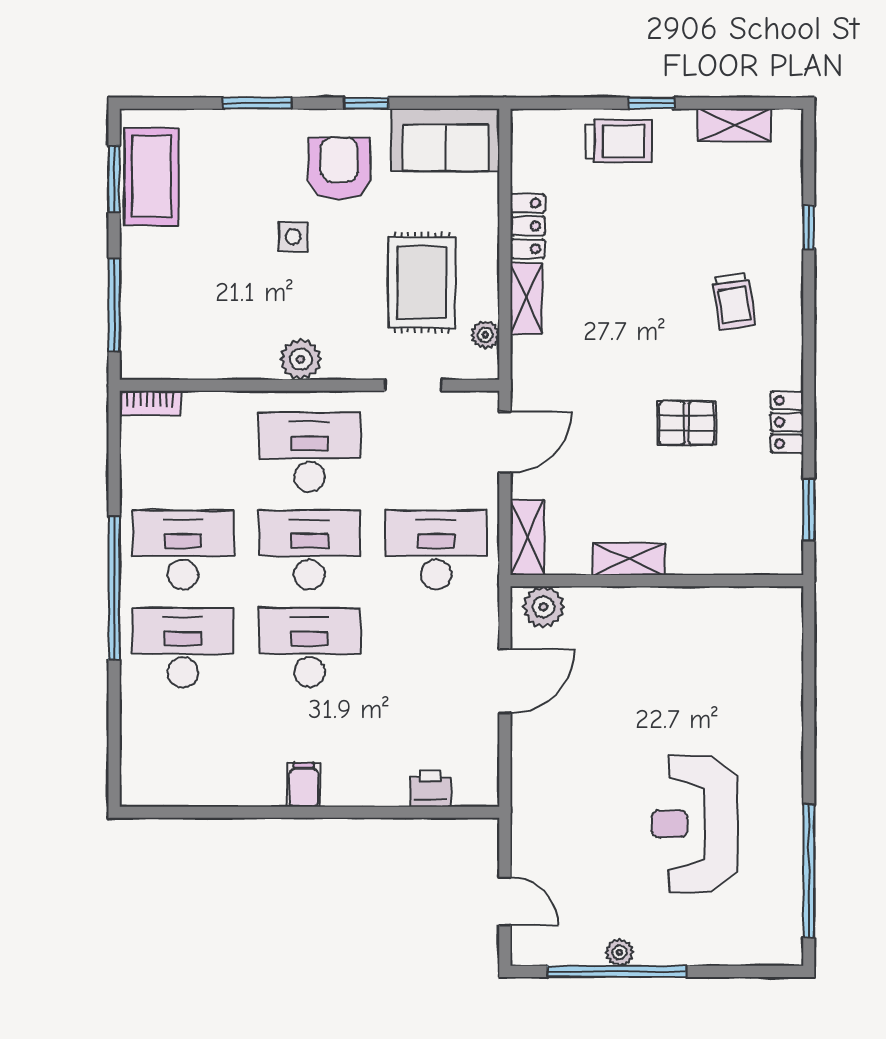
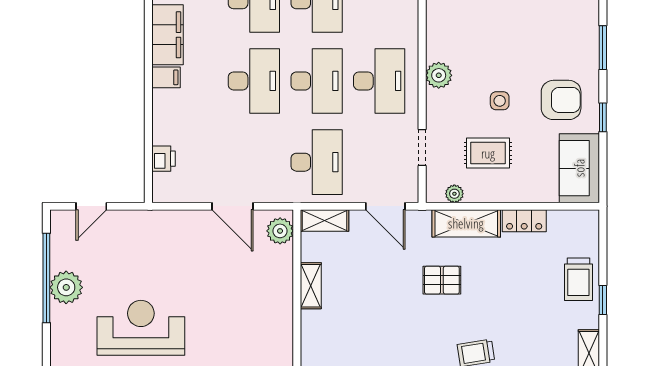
side table: (293, 237) -> (500, 101), moved
rug: (422, 282) -> (488, 153), width x0.73, depth x0.70
shelving: (526, 299) -> (466, 223), width x1.50, depth x1.33
pallet: (687, 423) -> (442, 280), moved, turned 90
filing cabinet: (237, 782) -> (168, 35), added
plant: (620, 952) -> (66, 287), width x1.87, depth x1.87

